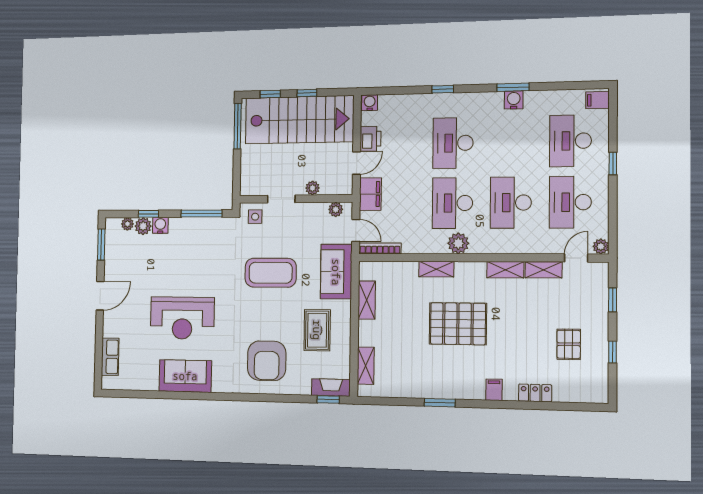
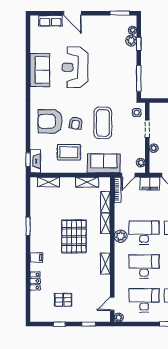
water cooler: (160, 225) -> (132, 52), removed
door: (576, 258) -> (112, 304), swing flipped
shelving: (544, 270) -> (105, 202), moved
door: (100, 296) -> (72, 13), moved
armchair: (270, 318) -> (76, 123), added

